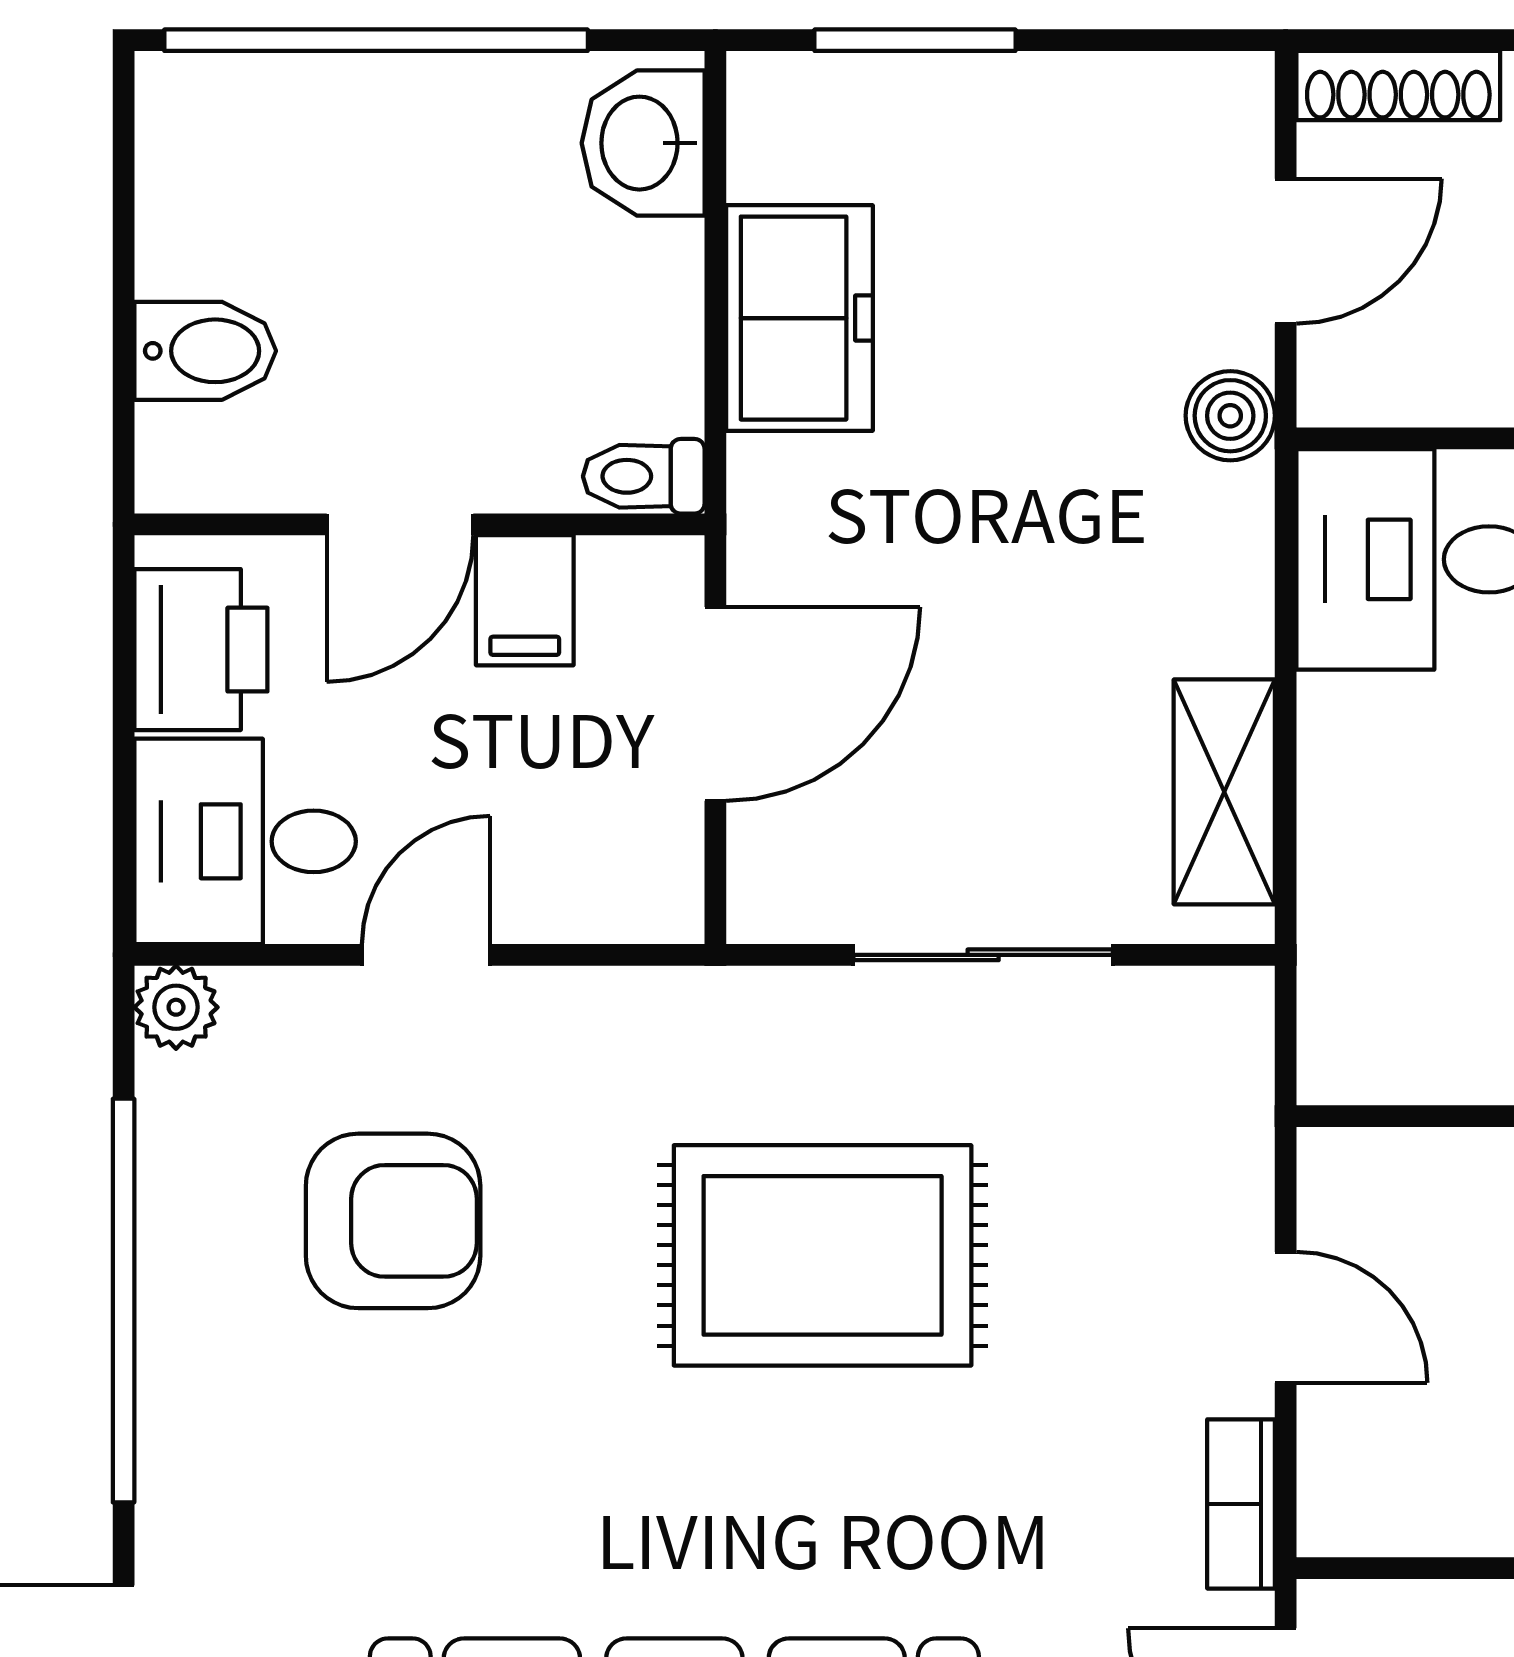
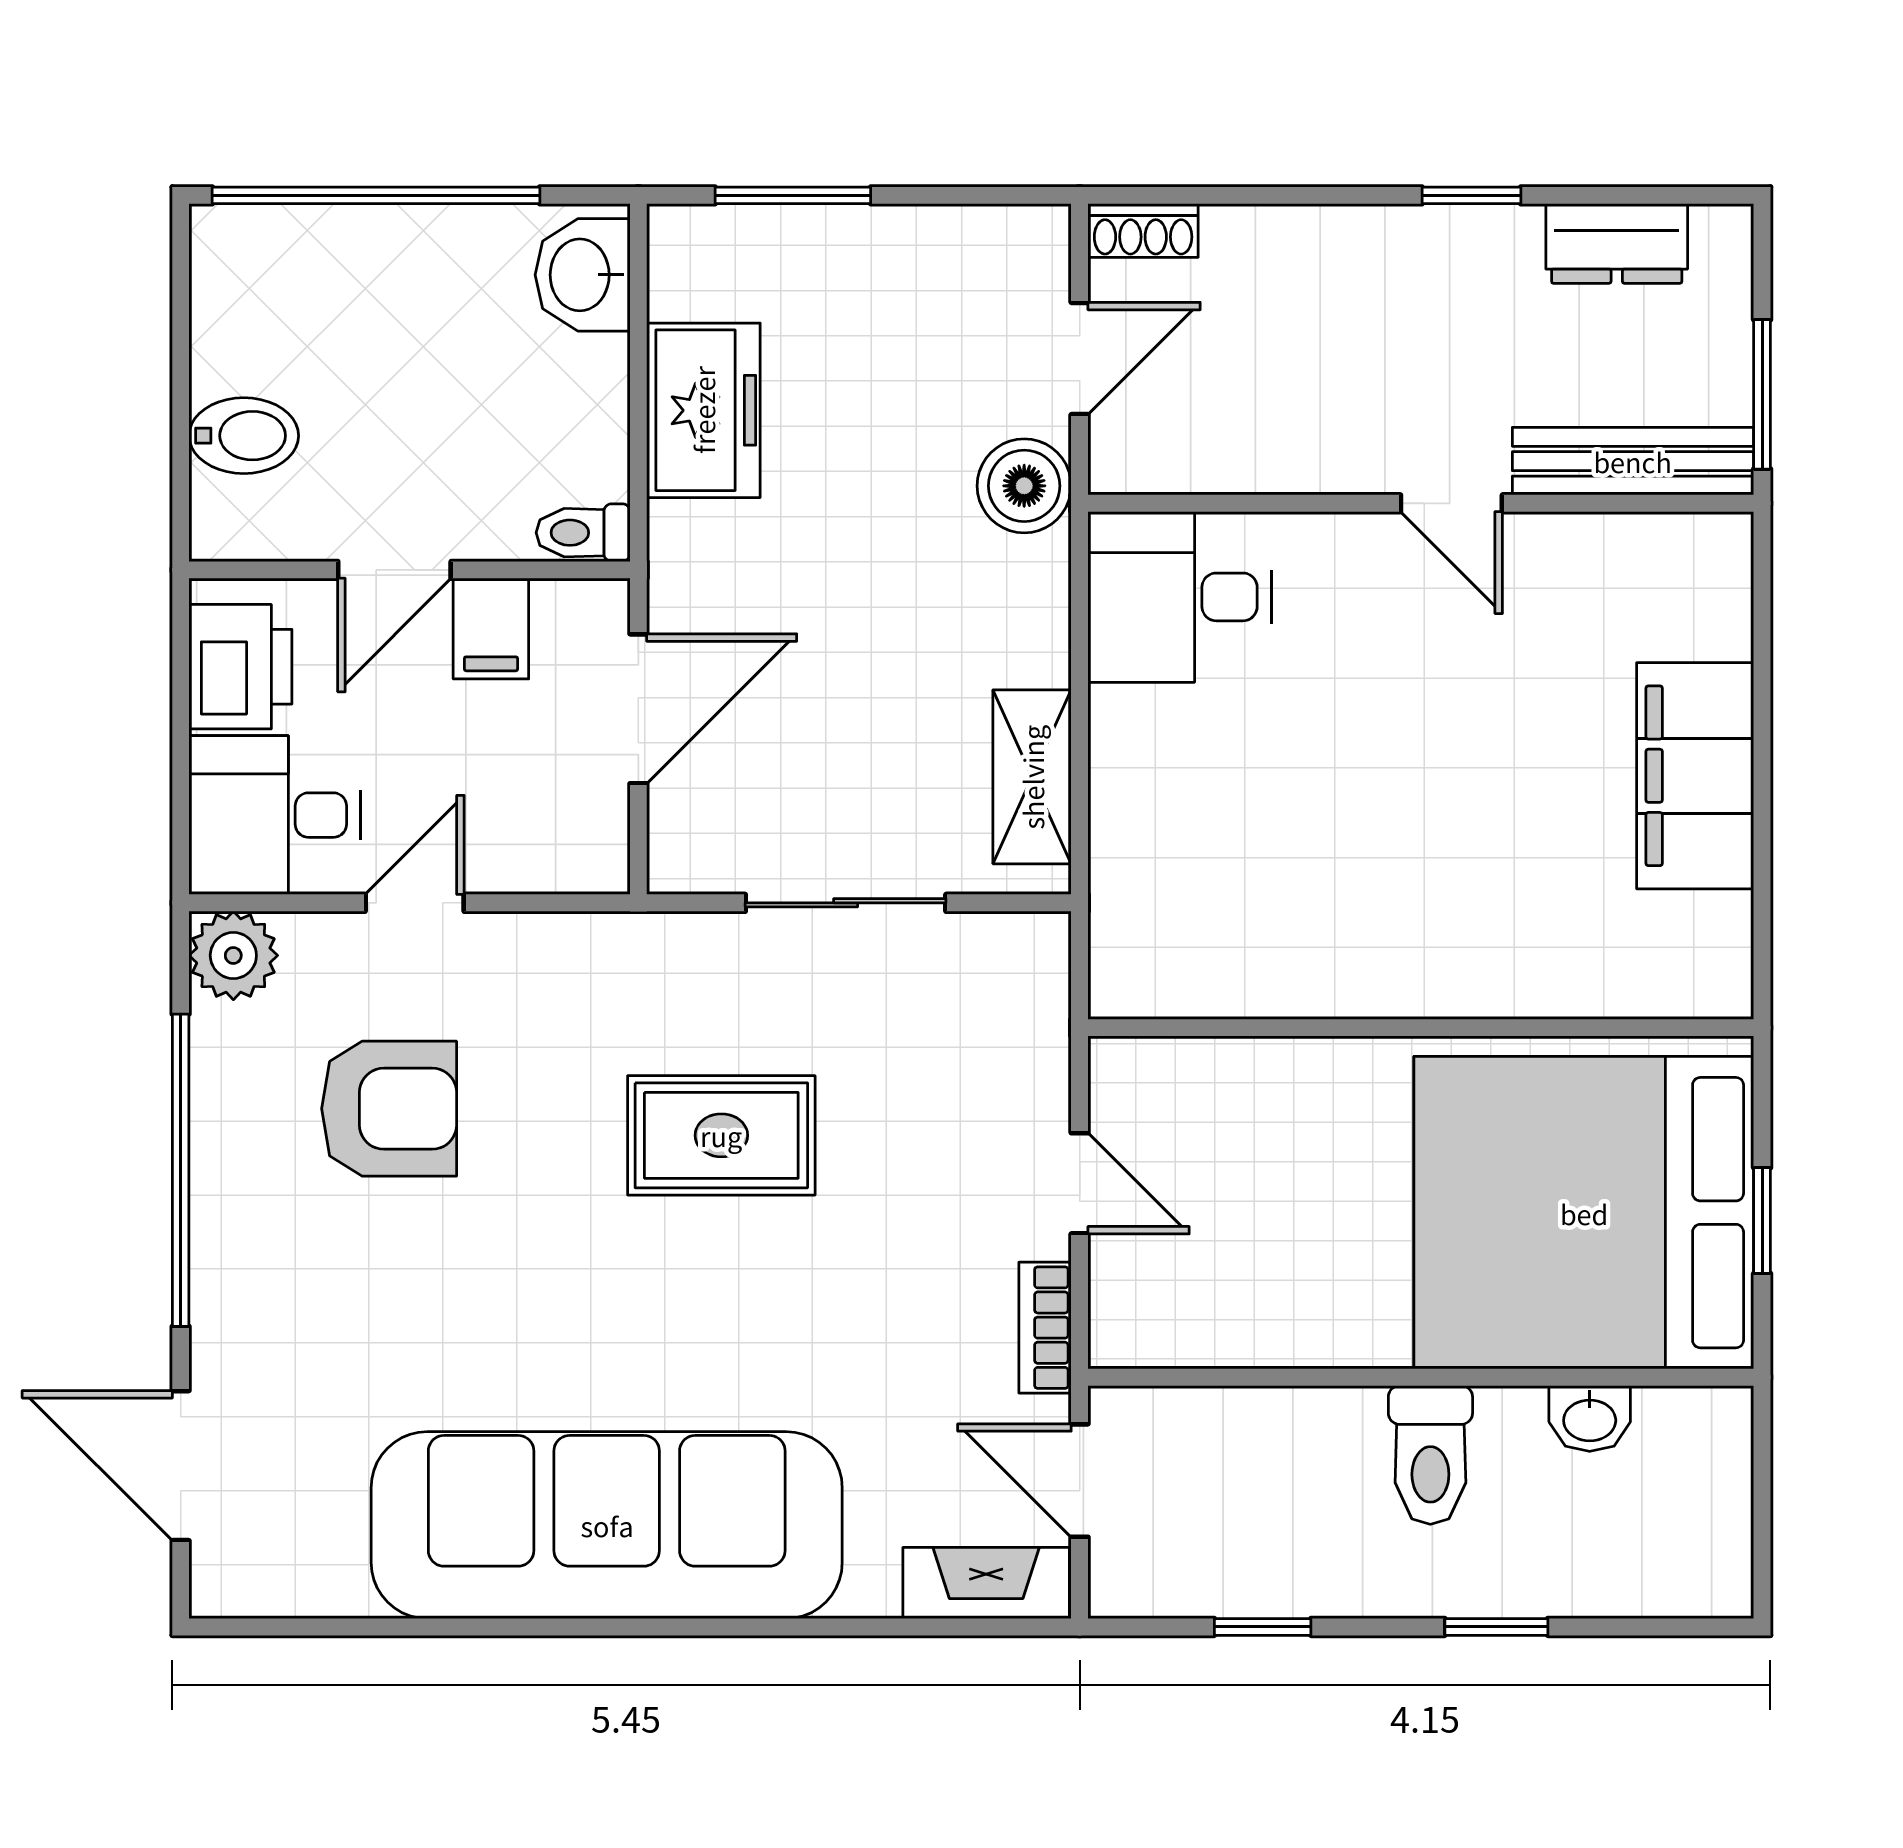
shoe rack: (1398, 86) -> (1143, 230), width x0.70
boiler: (1230, 416) -> (1024, 486), width x1.36, depth x1.36
plant: (176, 1007) -> (233, 955), width x1.38, depth x1.38
rug: (823, 1255) -> (721, 1135), width x0.73, depth x0.70

